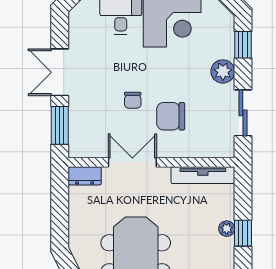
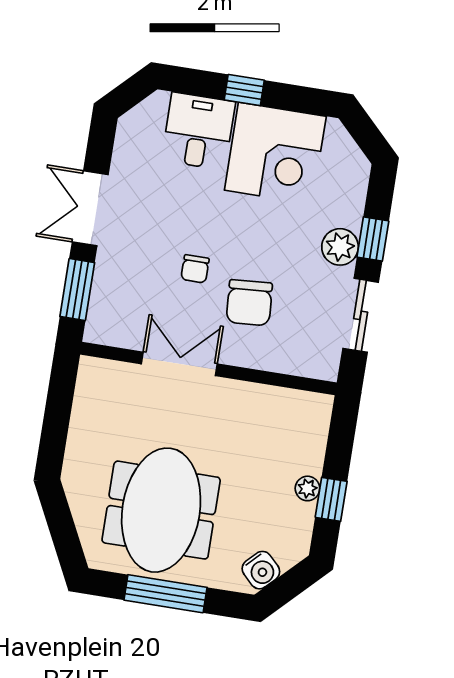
window: (243, 45) -> (373, 239), moved
chair: (171, 116) -> (249, 303), turned -94
tv unit: (203, 175) -> (284, 401), removed
dresser: (85, 176) -> (103, 373), removed

